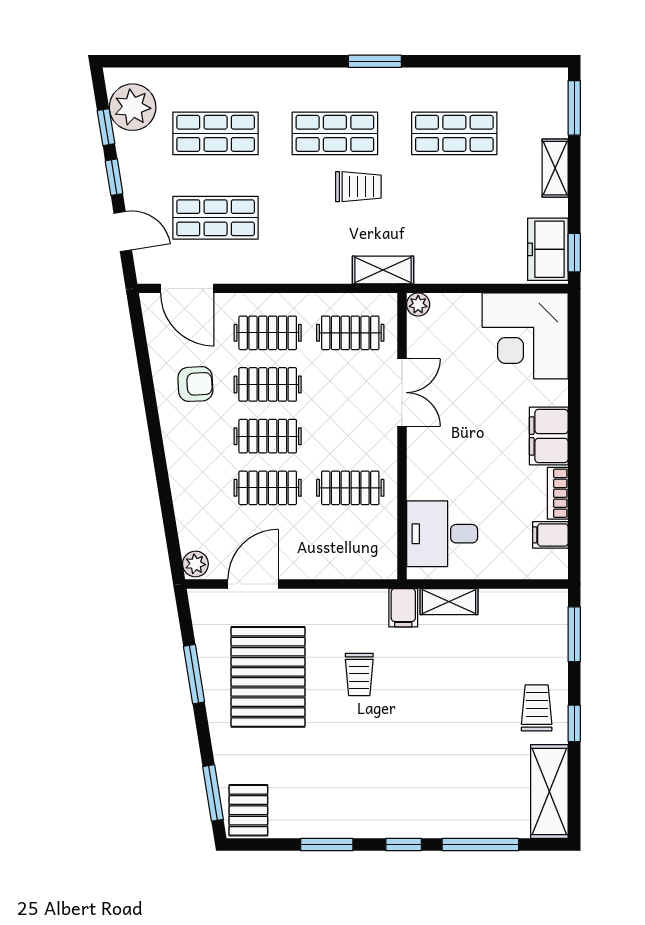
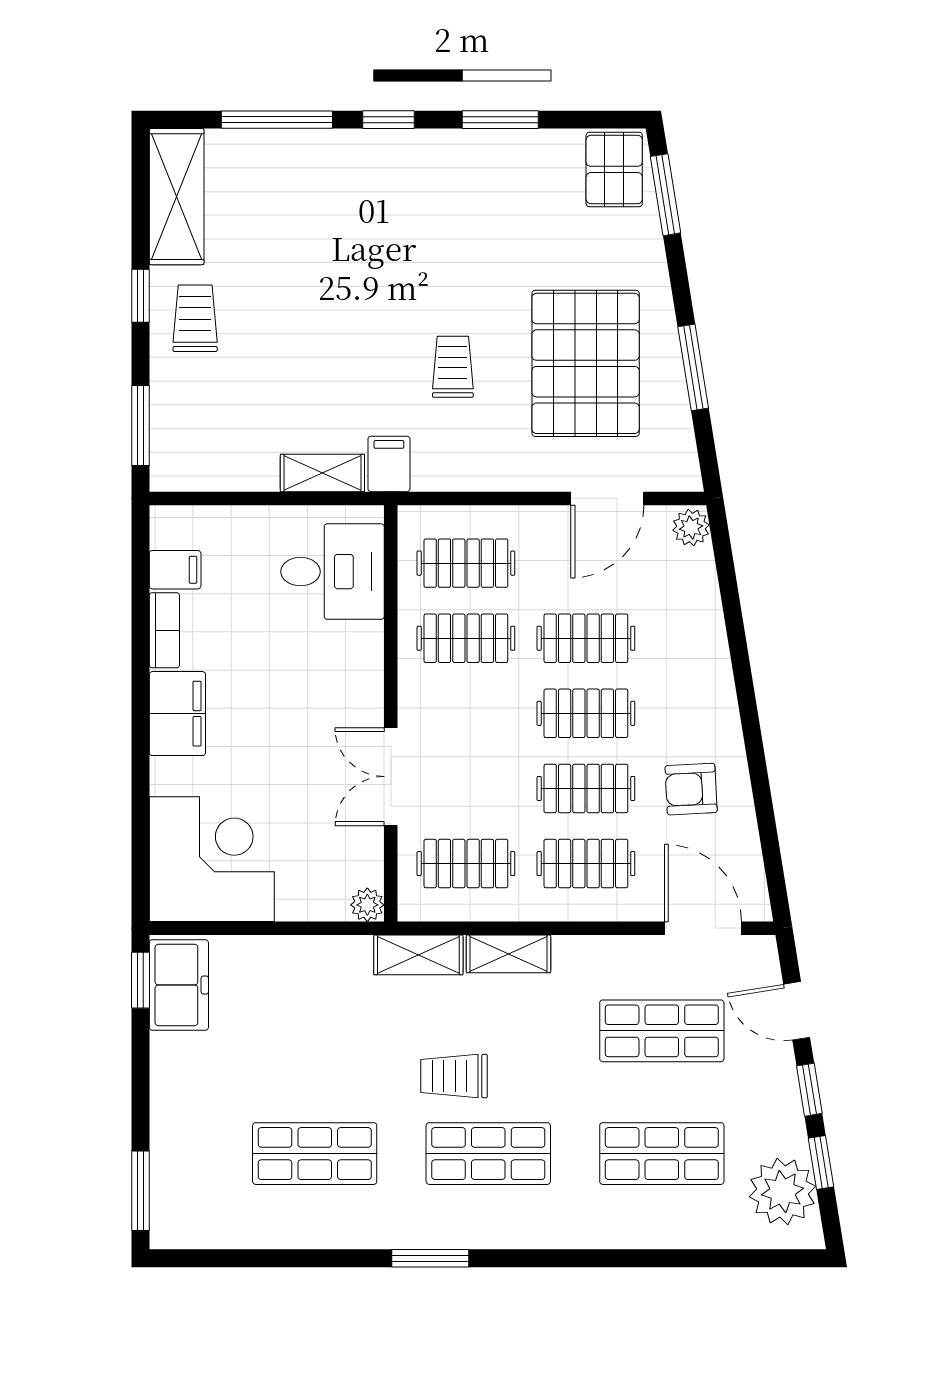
shelving: (555, 168) -> (508, 954), moved, turned 90
clothes rail: (350, 539) -> (466, 563), added
trolley: (537, 708) -> (195, 318), turned 180

